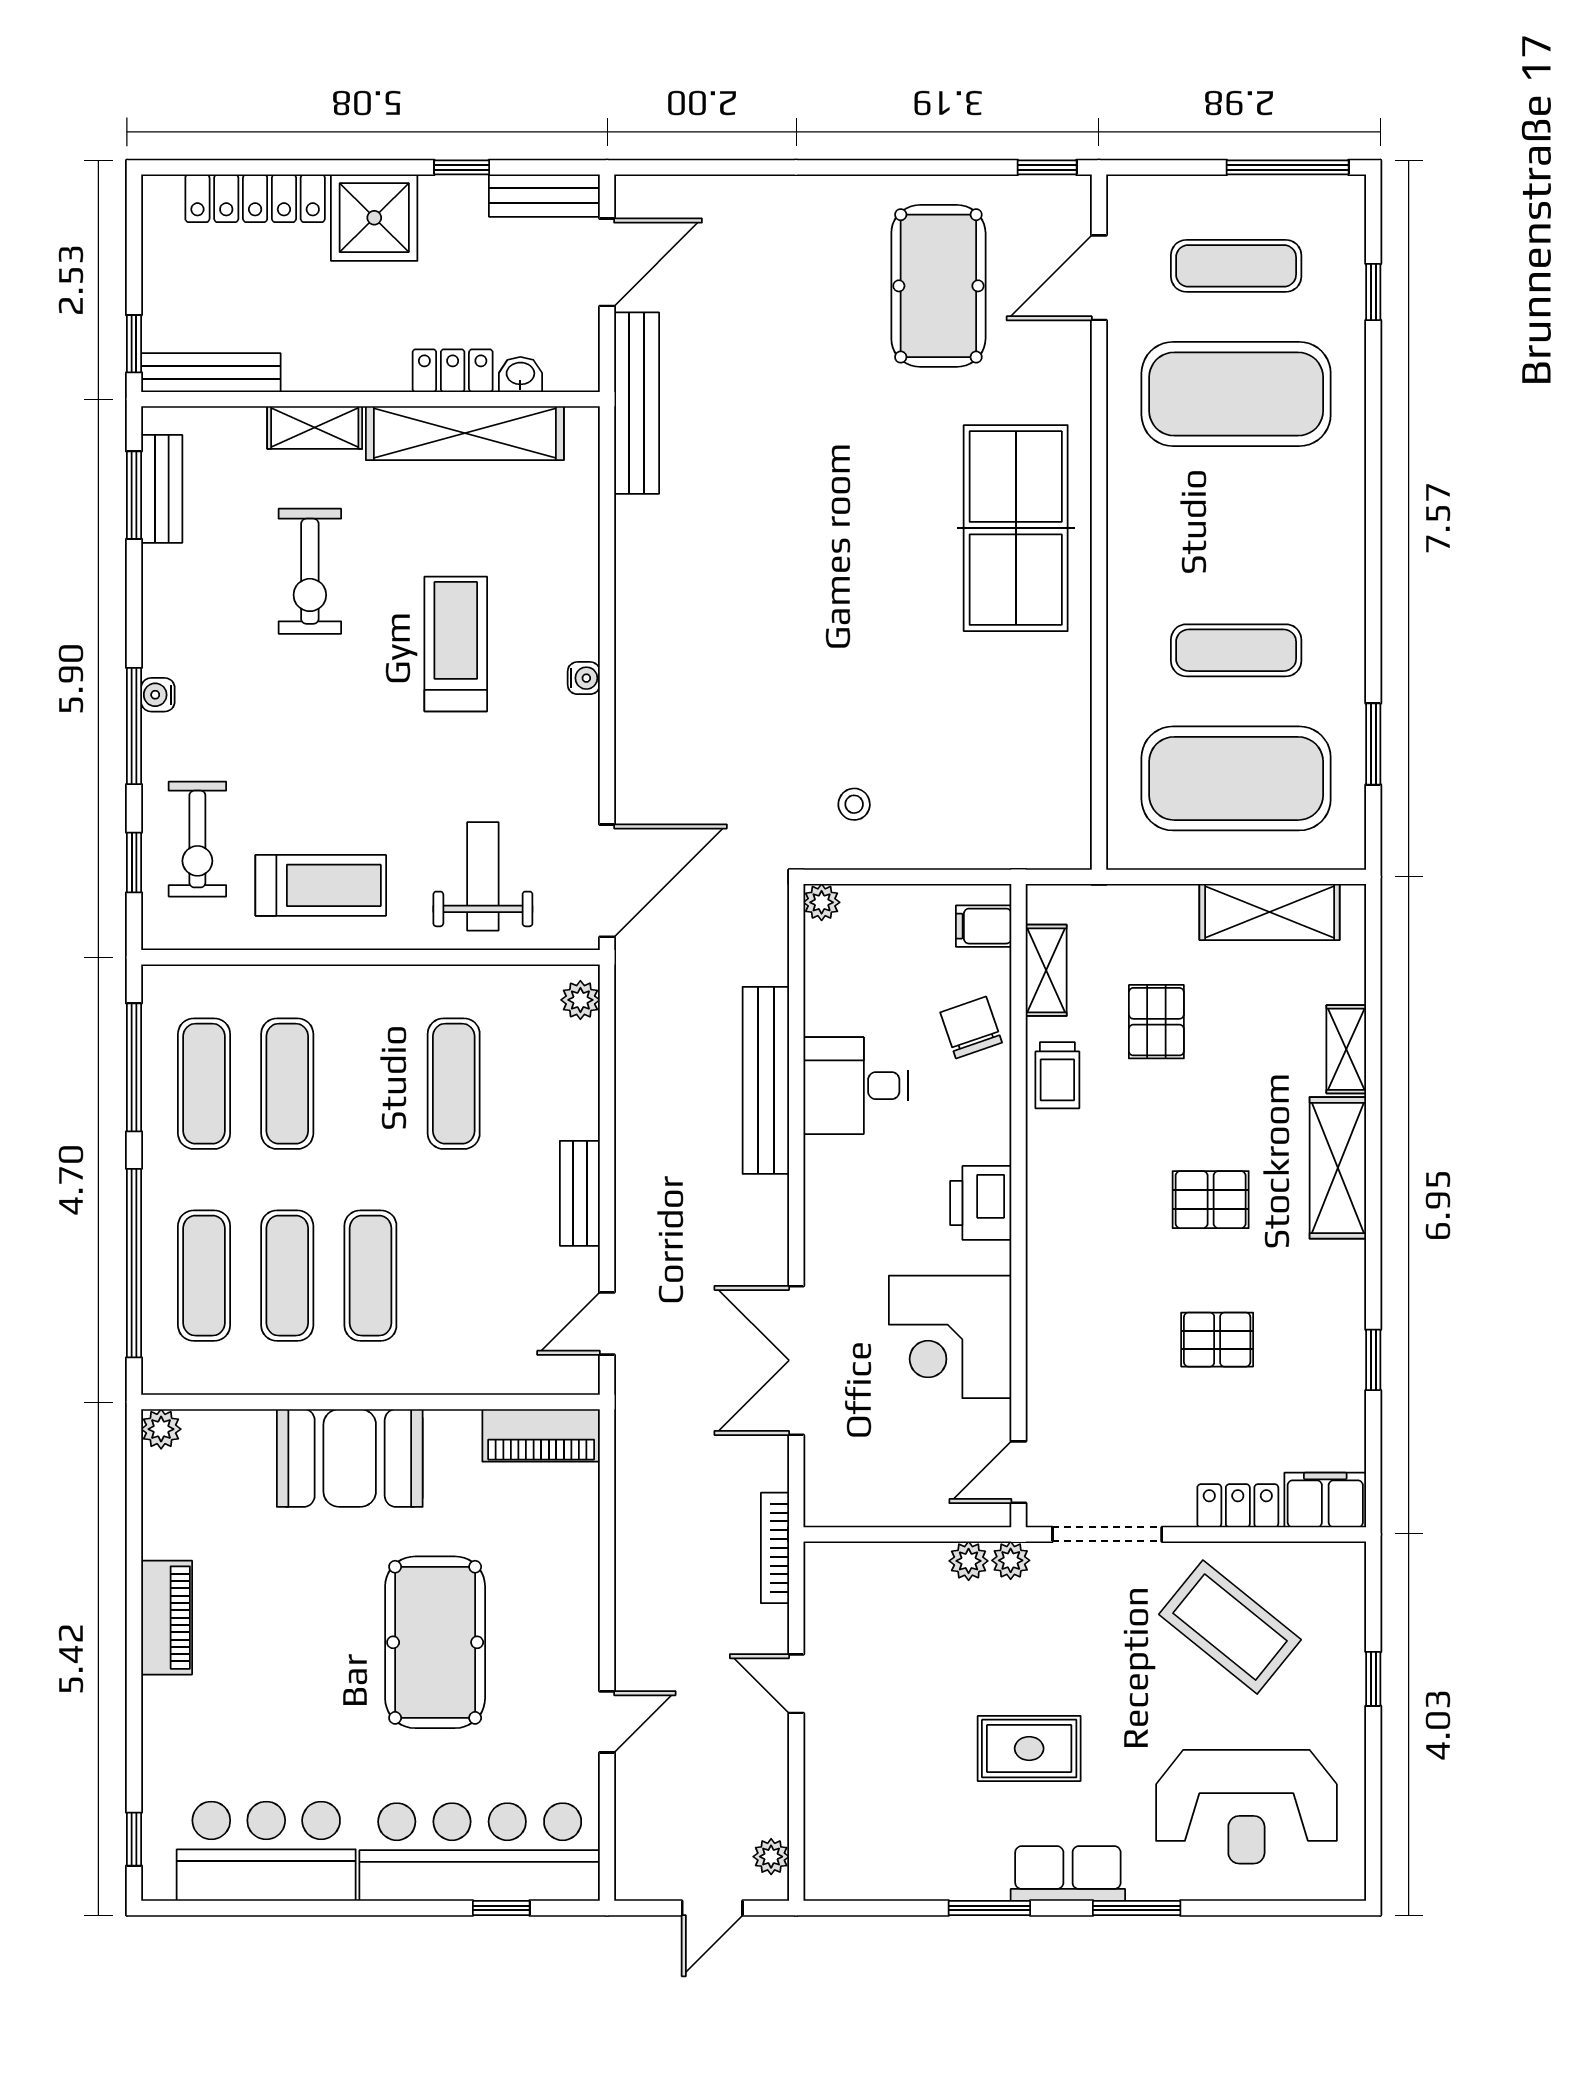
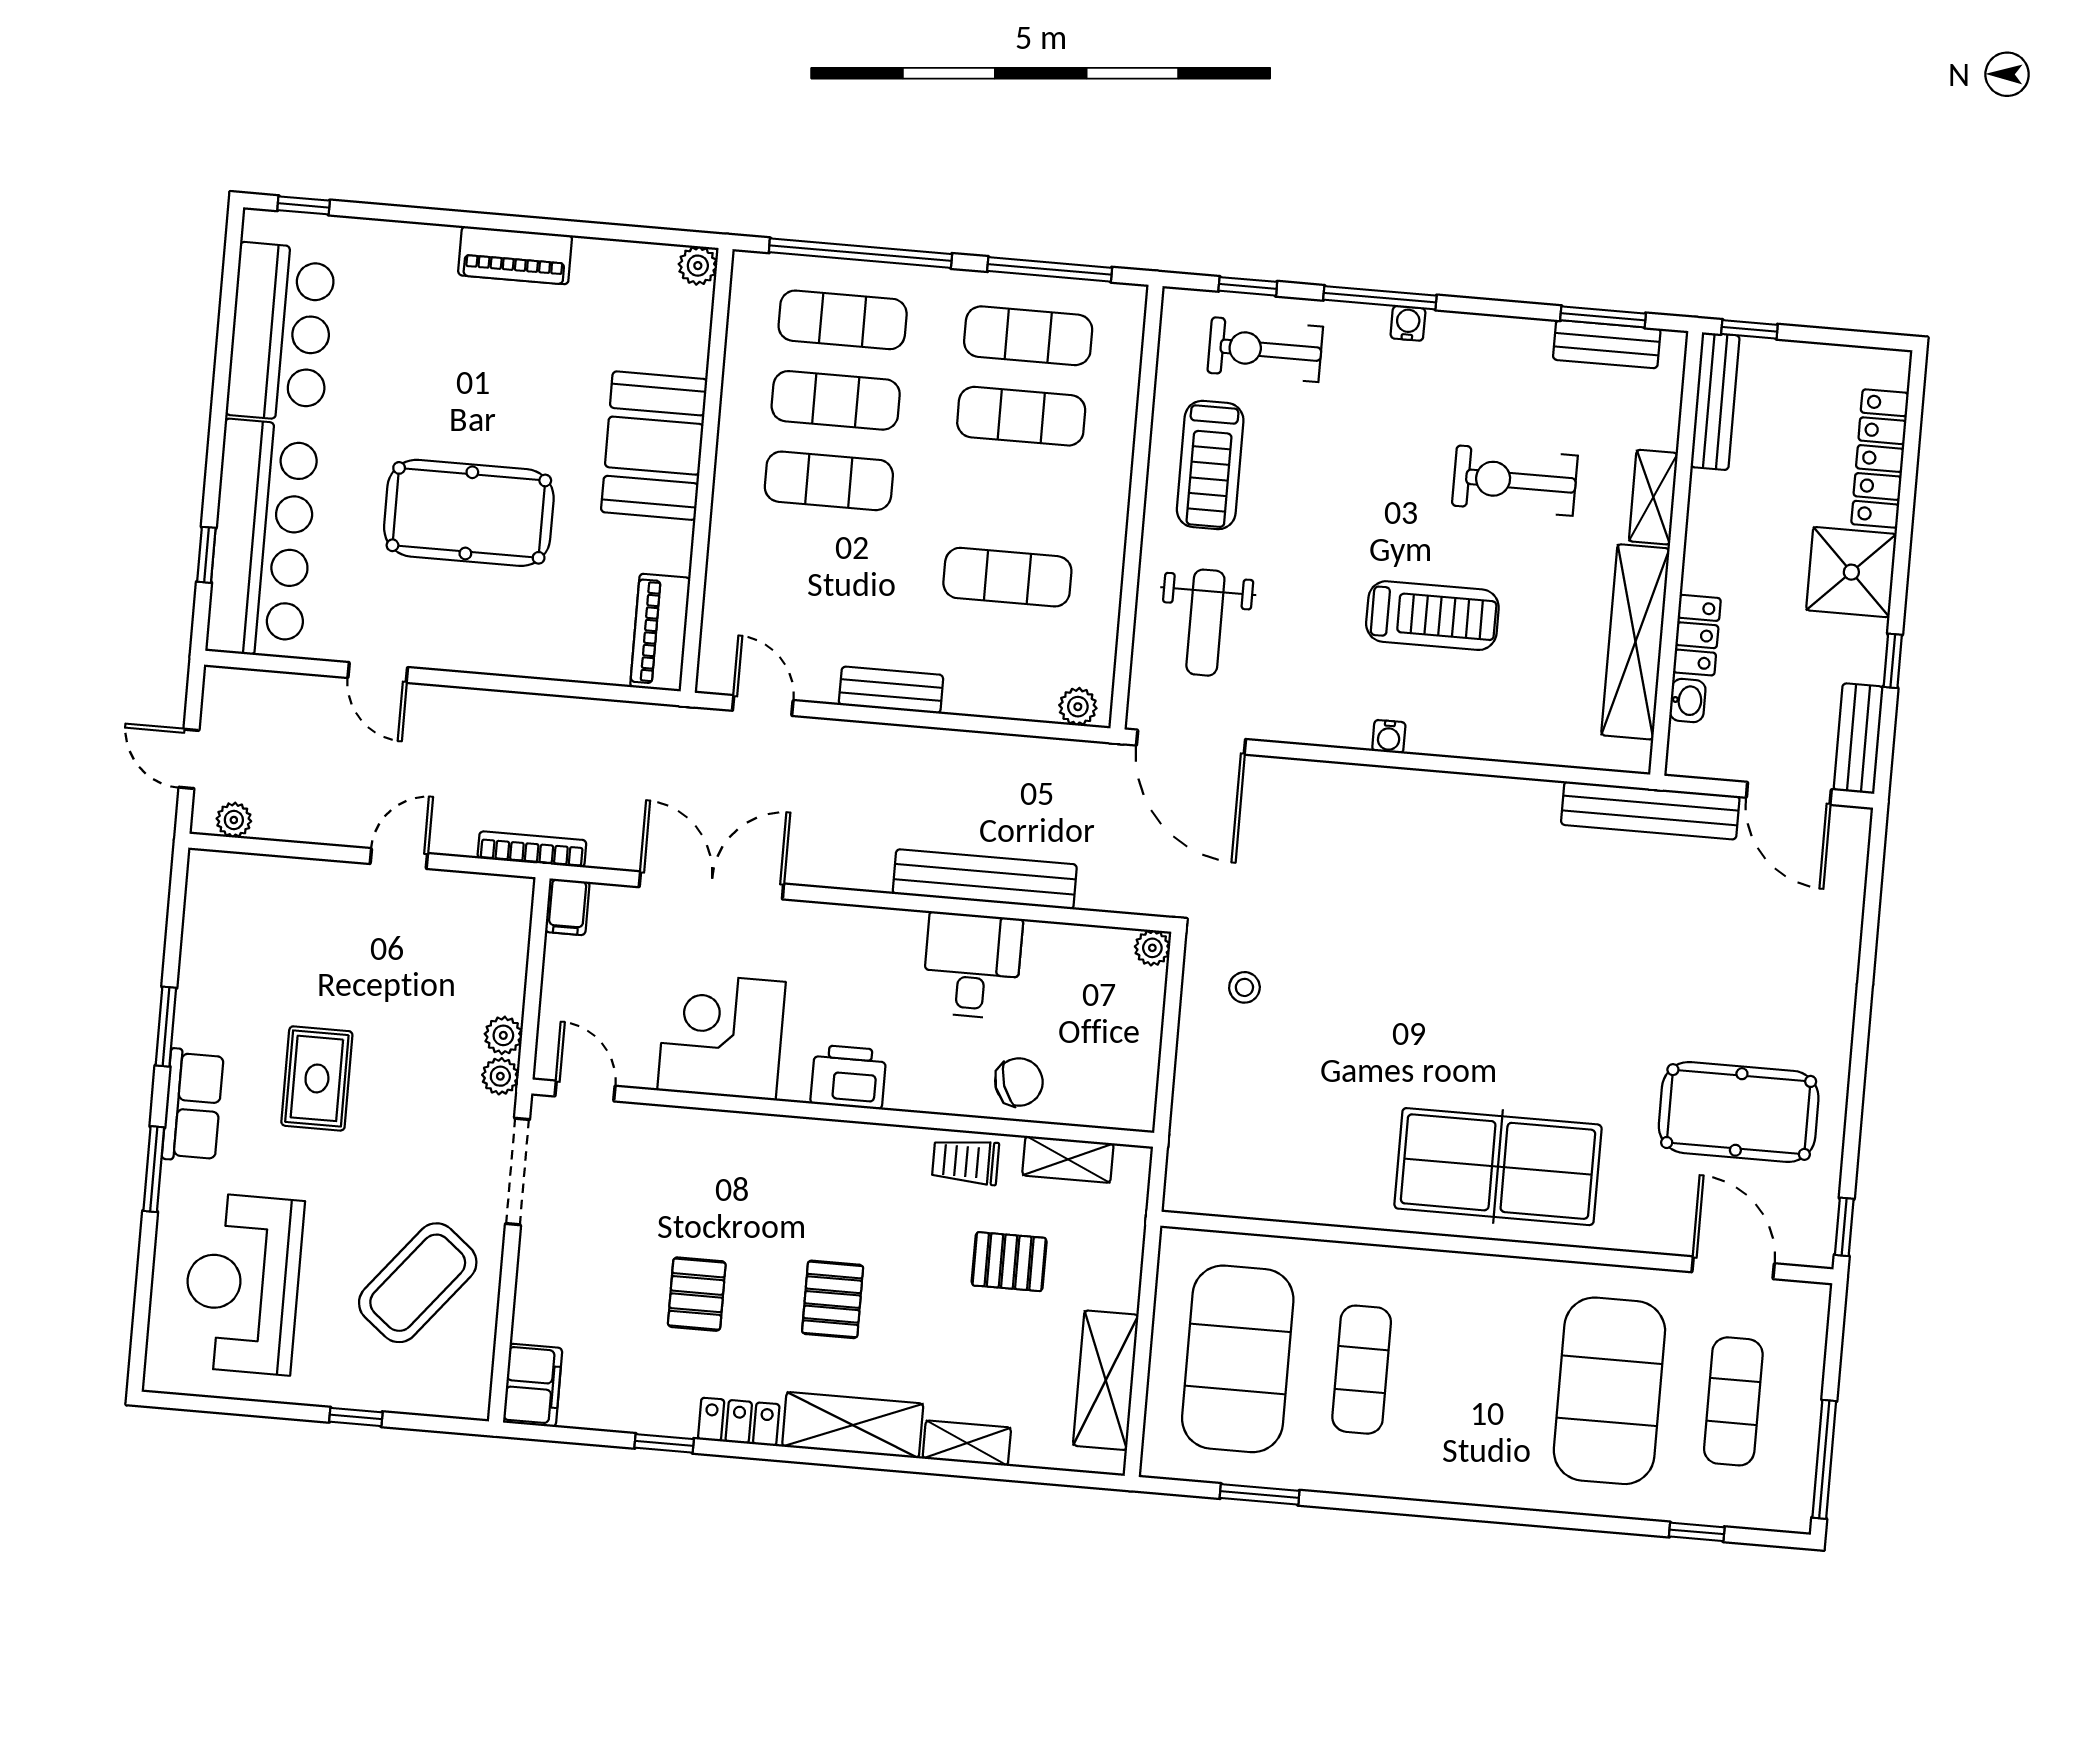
weight bench: (483, 876) -> (1205, 623), turned 90
filing cabinet: (984, 926) -> (567, 907), moved, turned 180
locker: (1238, 1506) -> (739, 1422), moved, turned -90

